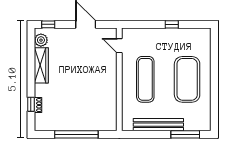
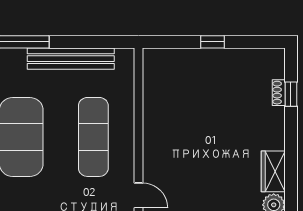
wardrobe: (41, 65) -> (273, 171), width x0.67
window: (76, 134) -> (213, 42), width x0.32

